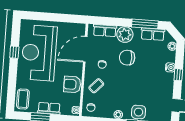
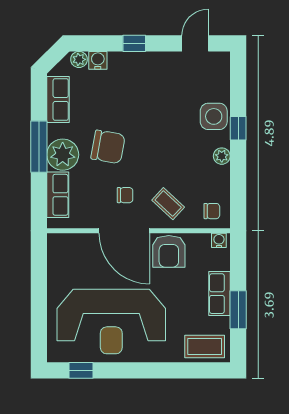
window: (145, 24) -> (39, 147), moved
door: (85, 49) -> (124, 231), moved
window: (14, 52) -> (81, 370), moved
chair: (127, 58) -> (108, 147), turned -80
water cooler: (170, 67) -> (98, 60), moved

